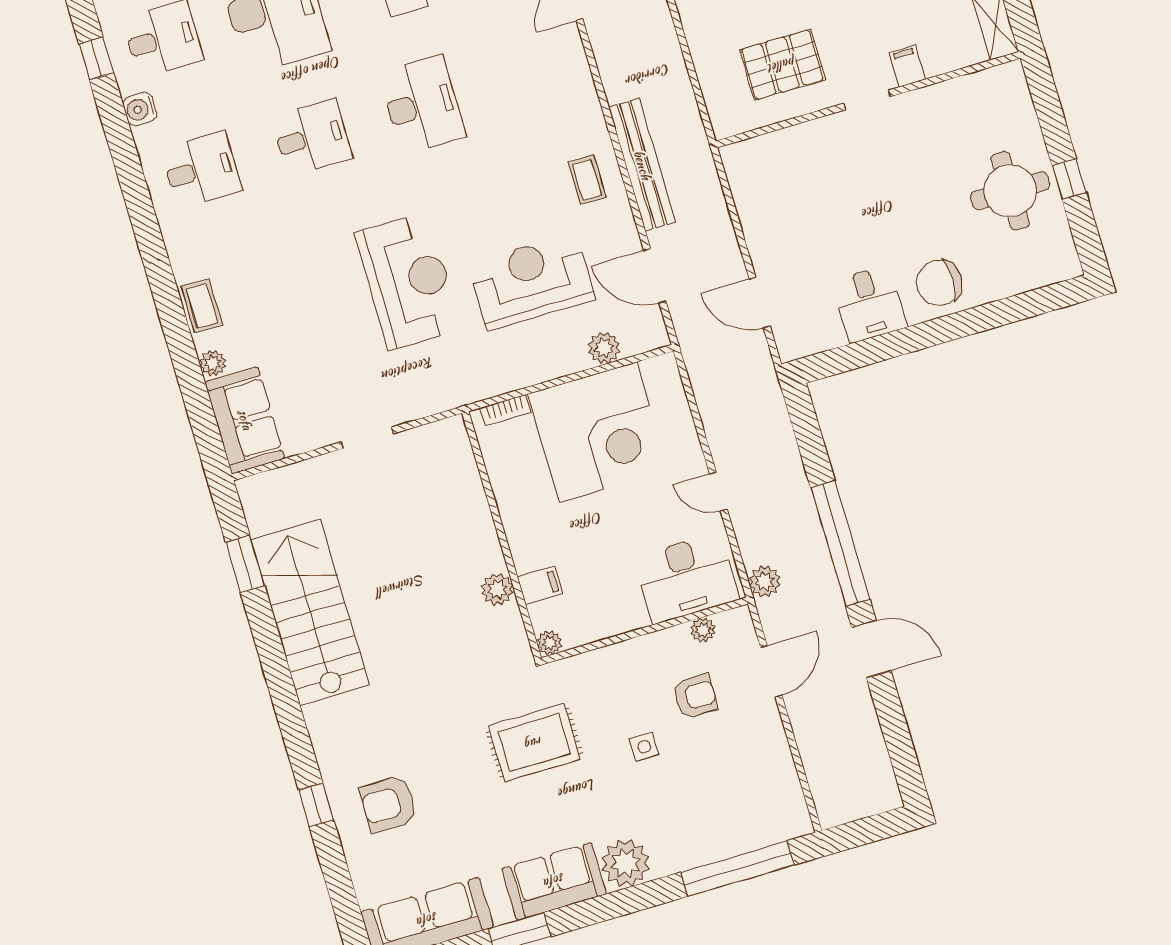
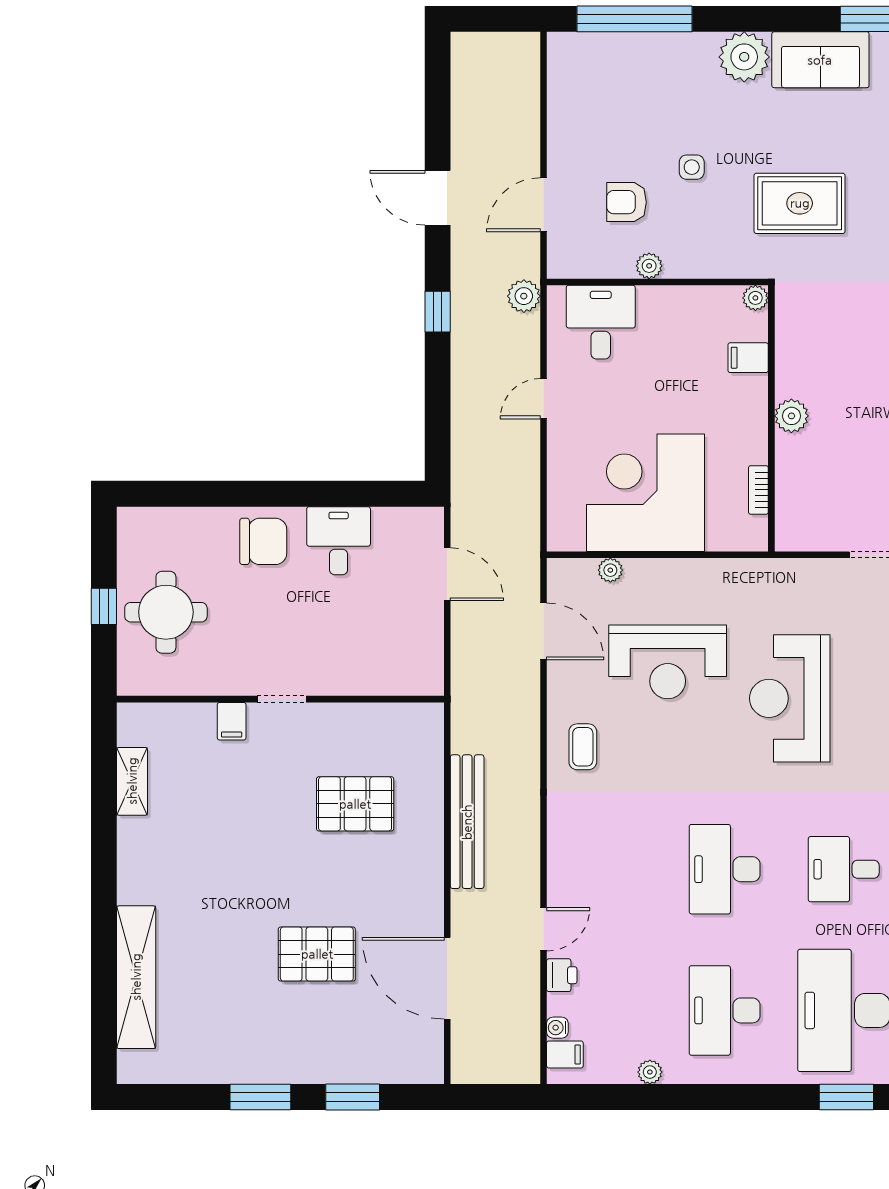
filing cabinet: (907, 66) -> (232, 721), moved
doorway: (867, 100) -> (282, 699), moved
wall: (868, 100) -> (280, 699), moved
bench: (642, 165) -> (467, 822), moved
plant: (604, 348) -> (610, 570), width x0.73, depth x0.73
bookcase: (505, 410) -> (758, 490), moved, turned -90
door: (718, 492) -> (544, 399), swing flipped
window: (840, 543) -> (438, 312), width x0.32
desk: (686, 578) -> (601, 322), width x0.73
plant: (497, 589) -> (791, 416), moved
plant: (703, 630) -> (649, 266), moved

